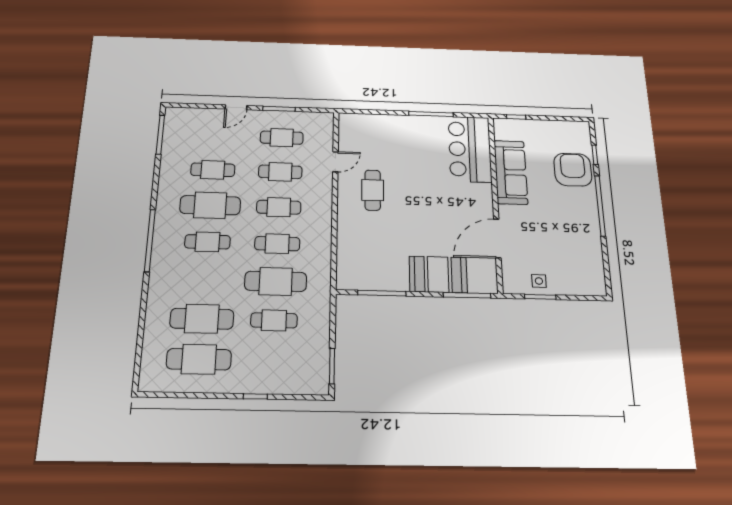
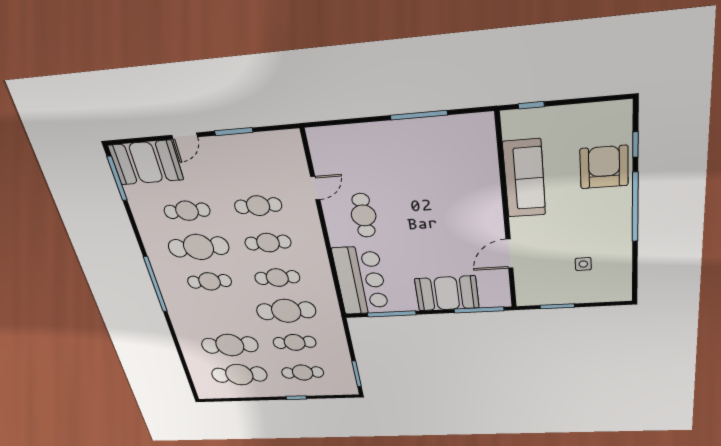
booth: (193, 124) -> (146, 163), added
cafe table: (282, 138) -> (303, 373), moved
bar counter: (470, 149) -> (361, 281), moved, turned 180
door: (497, 238) -> (509, 254), width x0.73
side table: (539, 281) -> (583, 264), moved

